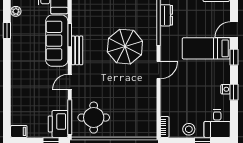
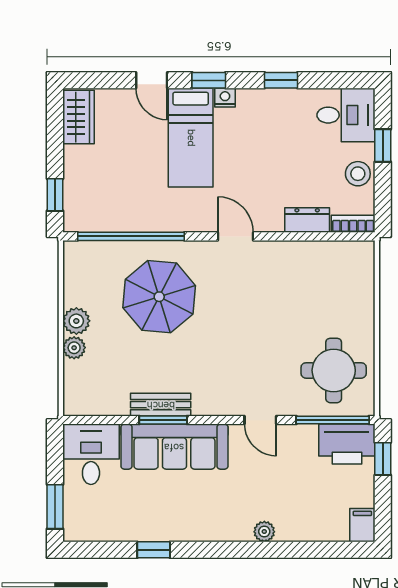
plant: (16, 11) -> (264, 532), moved
dresser: (166, 15) -> (307, 220), moved
parasol: (125, 47) -> (159, 297), moved
bench: (77, 50) -> (161, 405), moved
nightstand: (226, 89) -> (225, 98), moved

